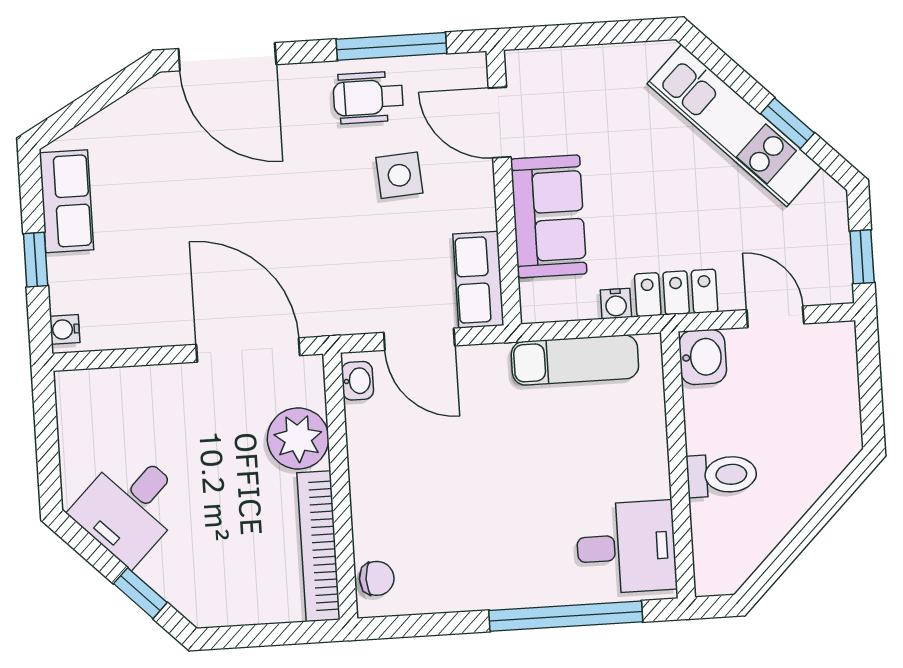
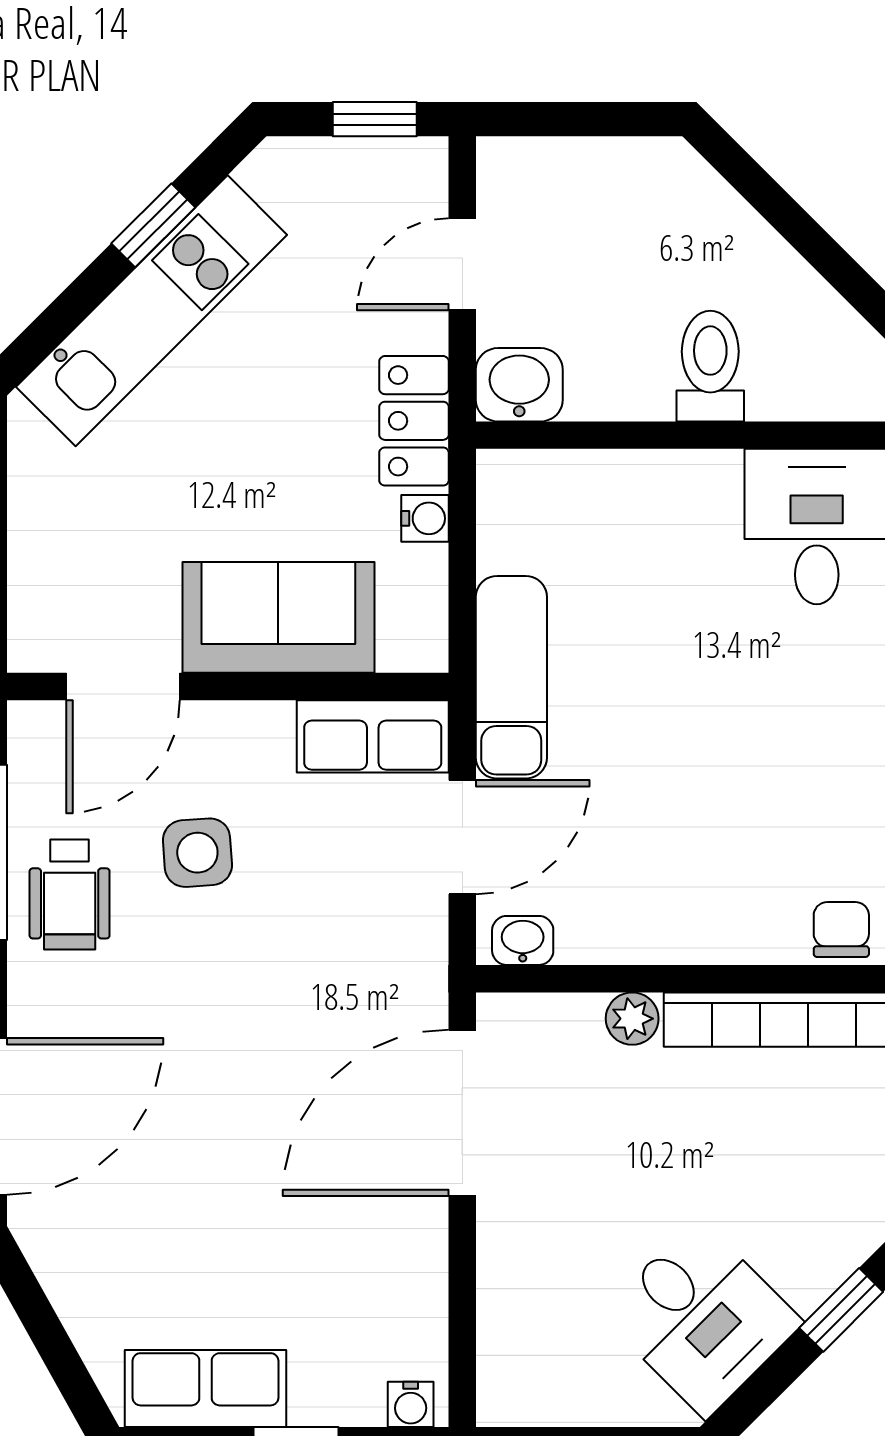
exam couch: (575, 360) -> (511, 677), moved
plant: (298, 438) -> (632, 1019), width x0.53, depth x0.53

